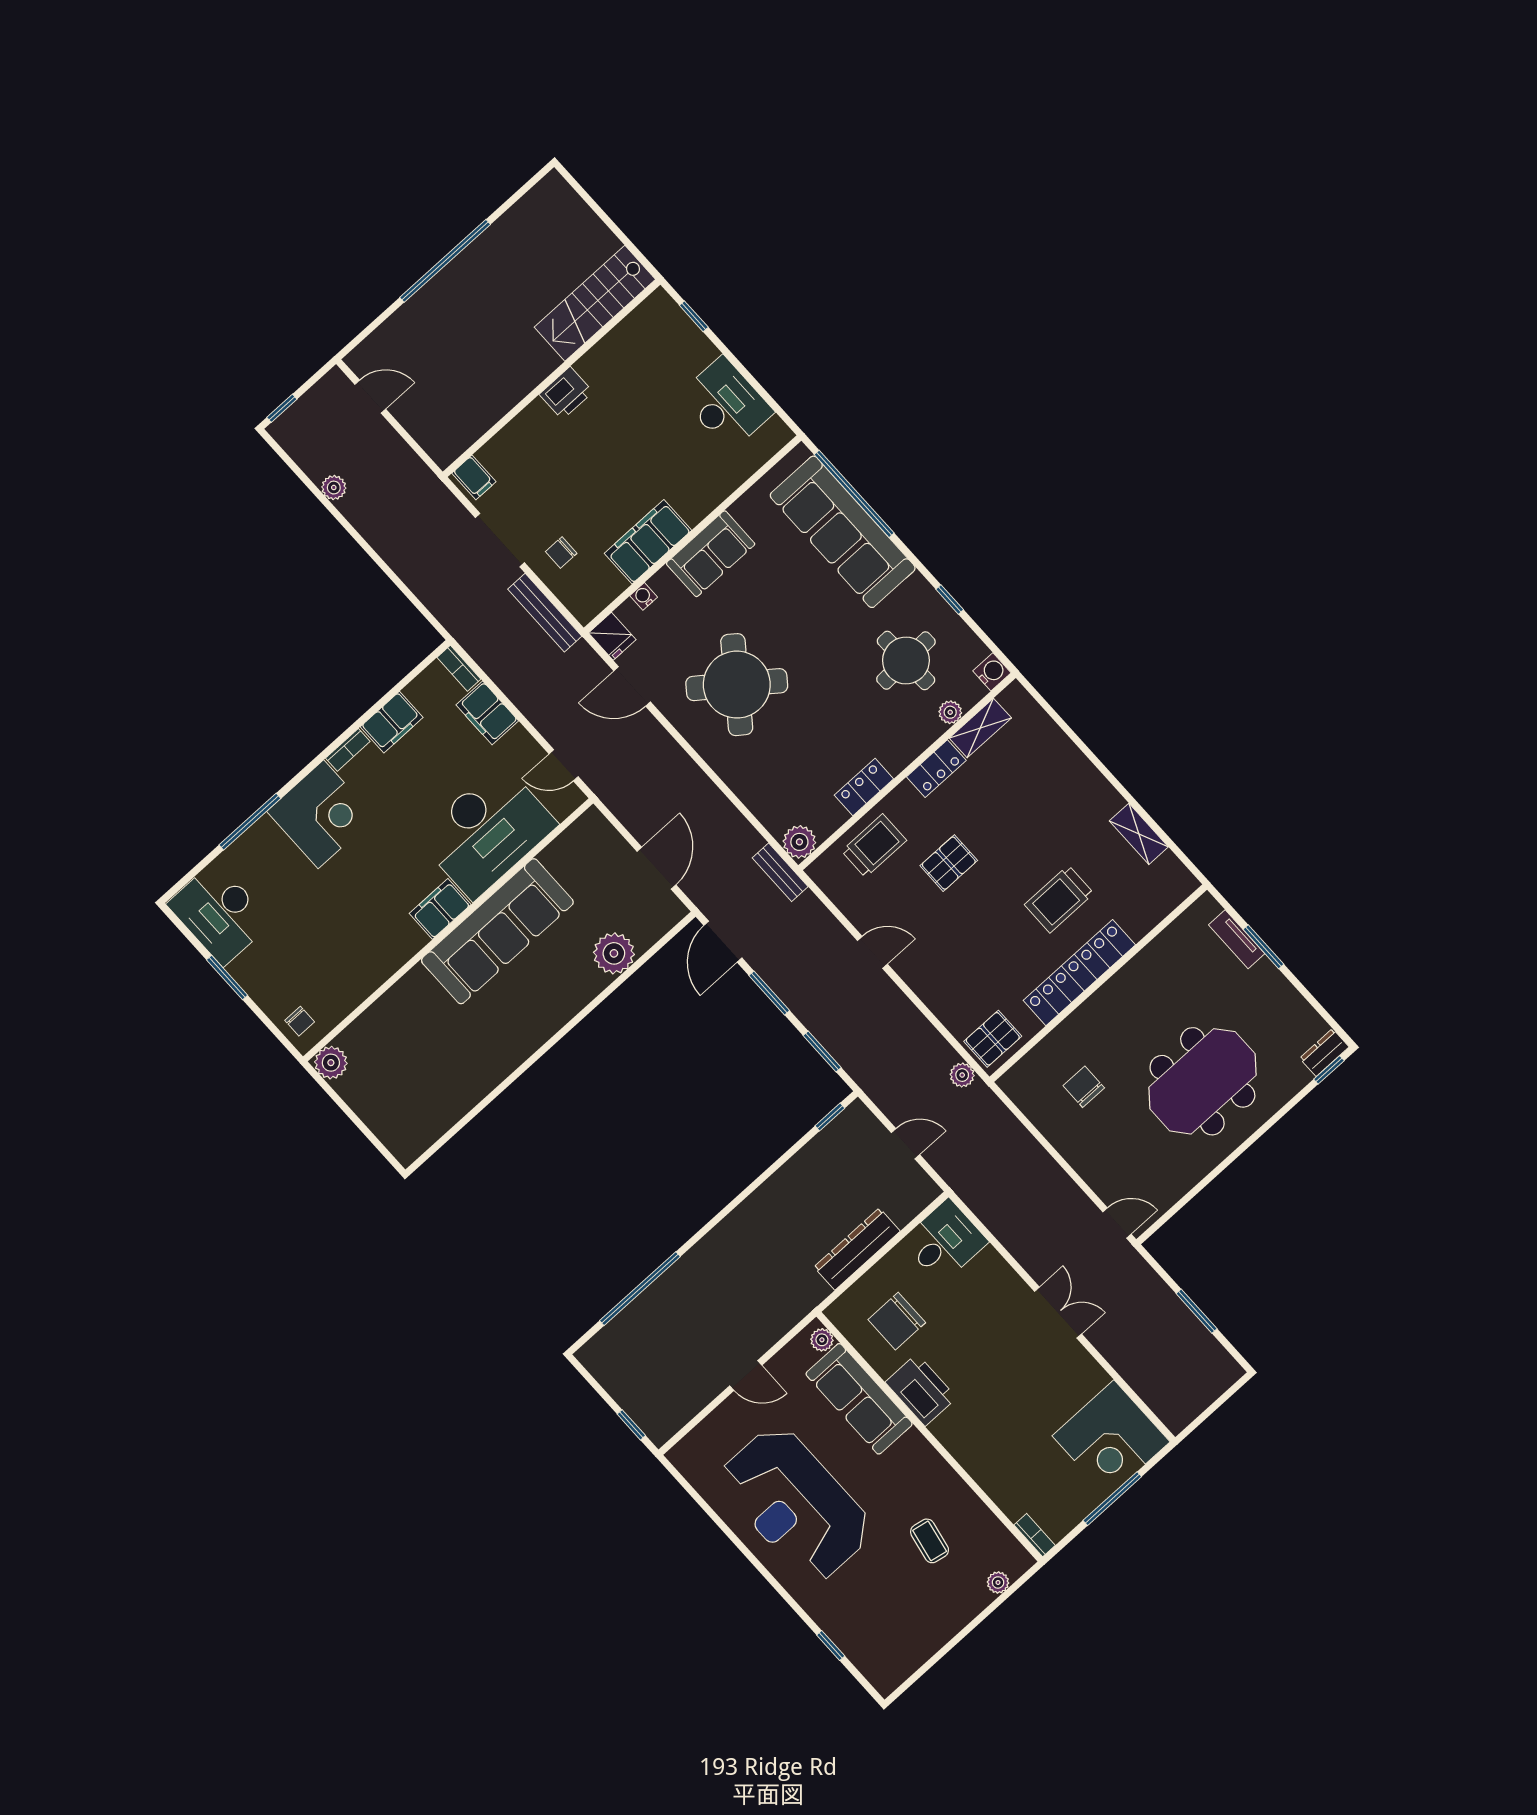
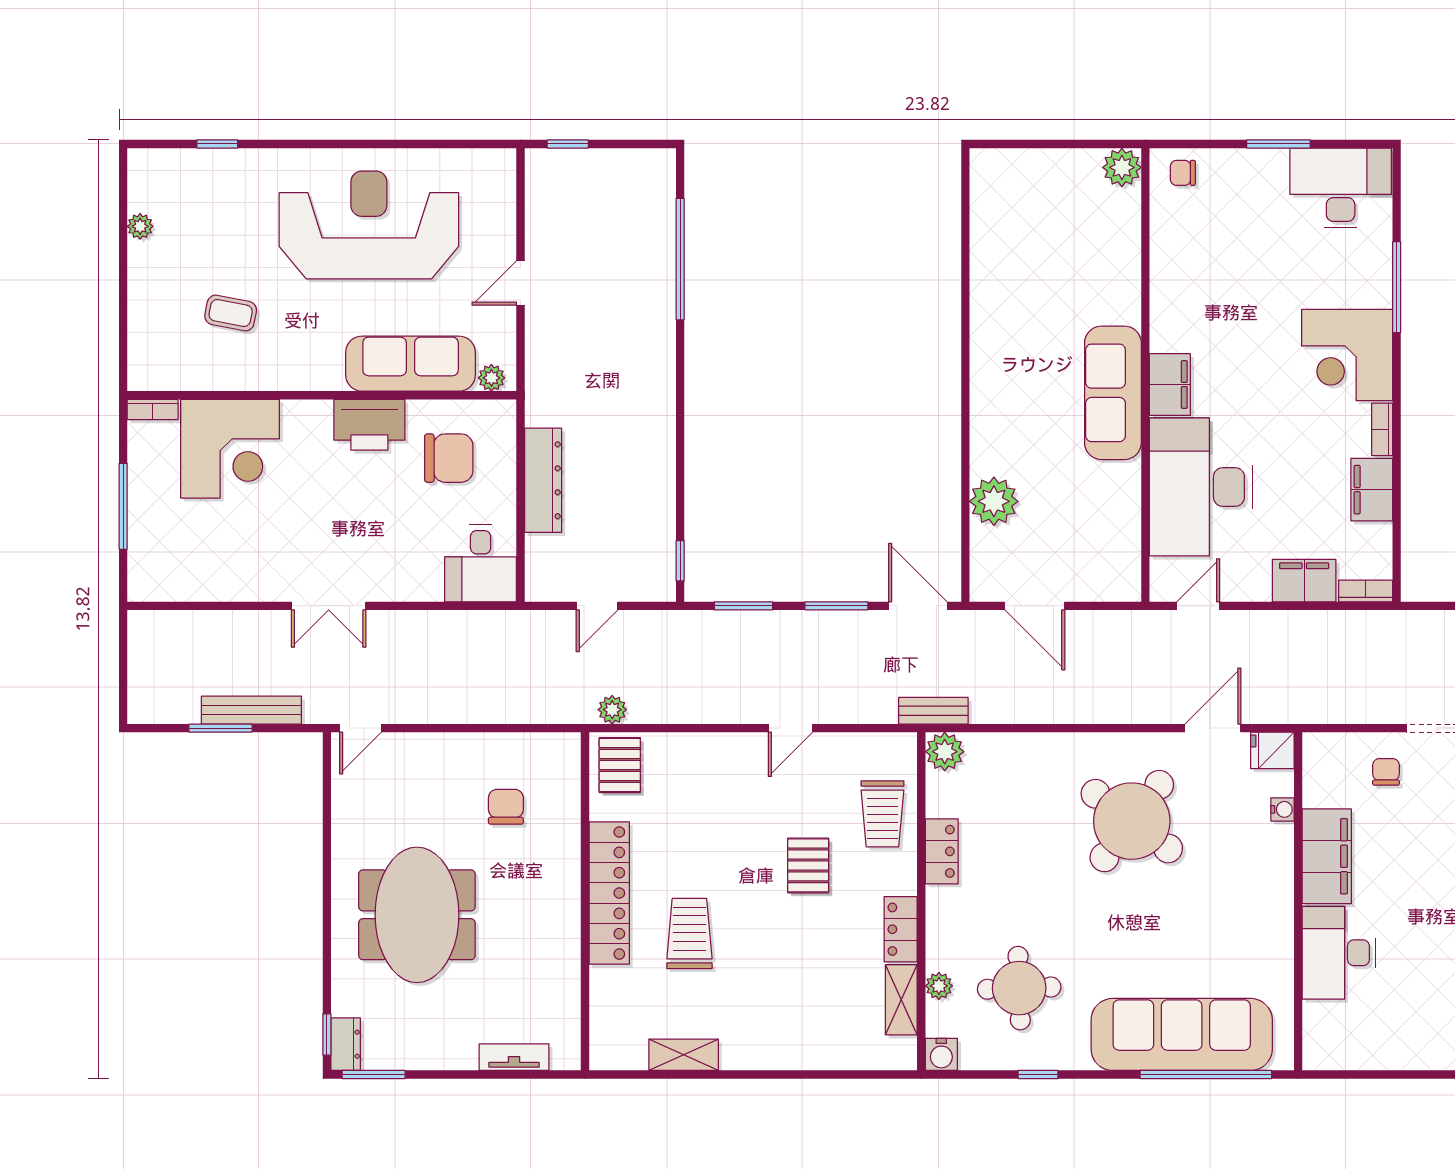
desk: (726, 404) -> (1339, 953), moved, turned 90
sofa: (711, 554) -> (1267, 902), removed
bench: (545, 613) -> (251, 710), moved
sofa: (497, 931) -> (1113, 393), width x0.74, depth x0.79
window: (1263, 947) -> (374, 1074), moved
chair: (1084, 1087) -> (506, 807), turned -90
chair: (897, 1321) -> (449, 458), turned 90
corner desk: (1111, 1439) -> (230, 449), moved, turned 180
plant: (998, 1582) -> (140, 226), moved

